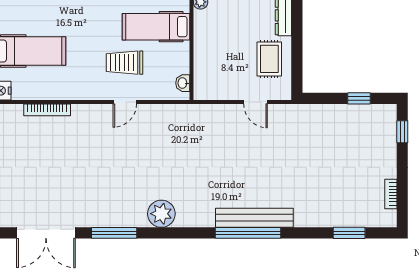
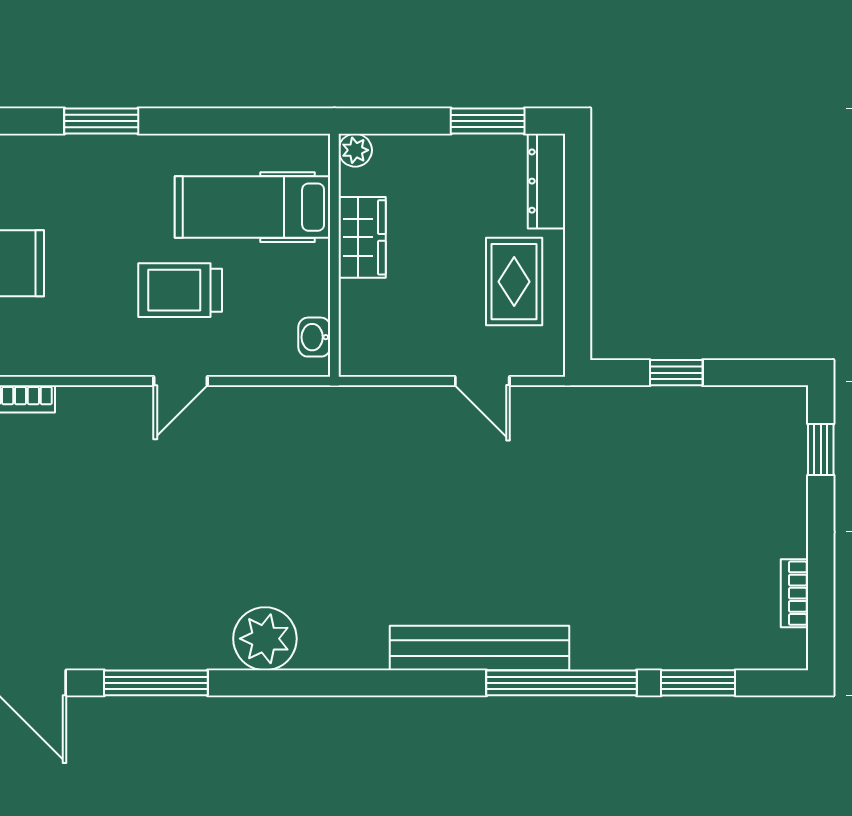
wardrobe: (203, 40) -> (362, 237), added
window: (359, 98) -> (676, 373), moved
window: (248, 233) -> (562, 683), moved

